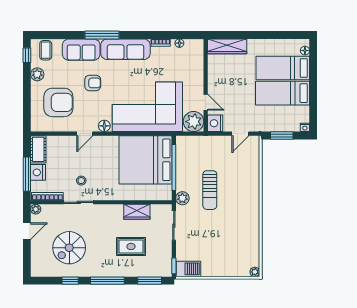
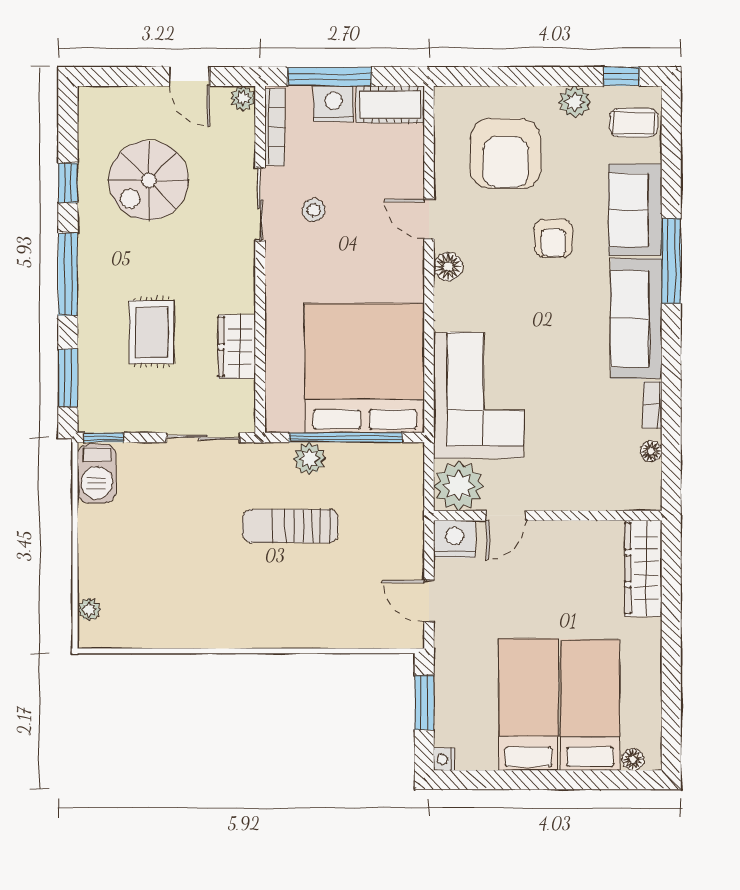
corner sofa: (147, 107) -> (479, 395), width x0.73, depth x0.74
plant: (182, 198) -> (309, 459), moved
spiral stairs: (69, 248) -> (149, 180), turned -90
plant: (255, 272) -> (89, 609), moved

